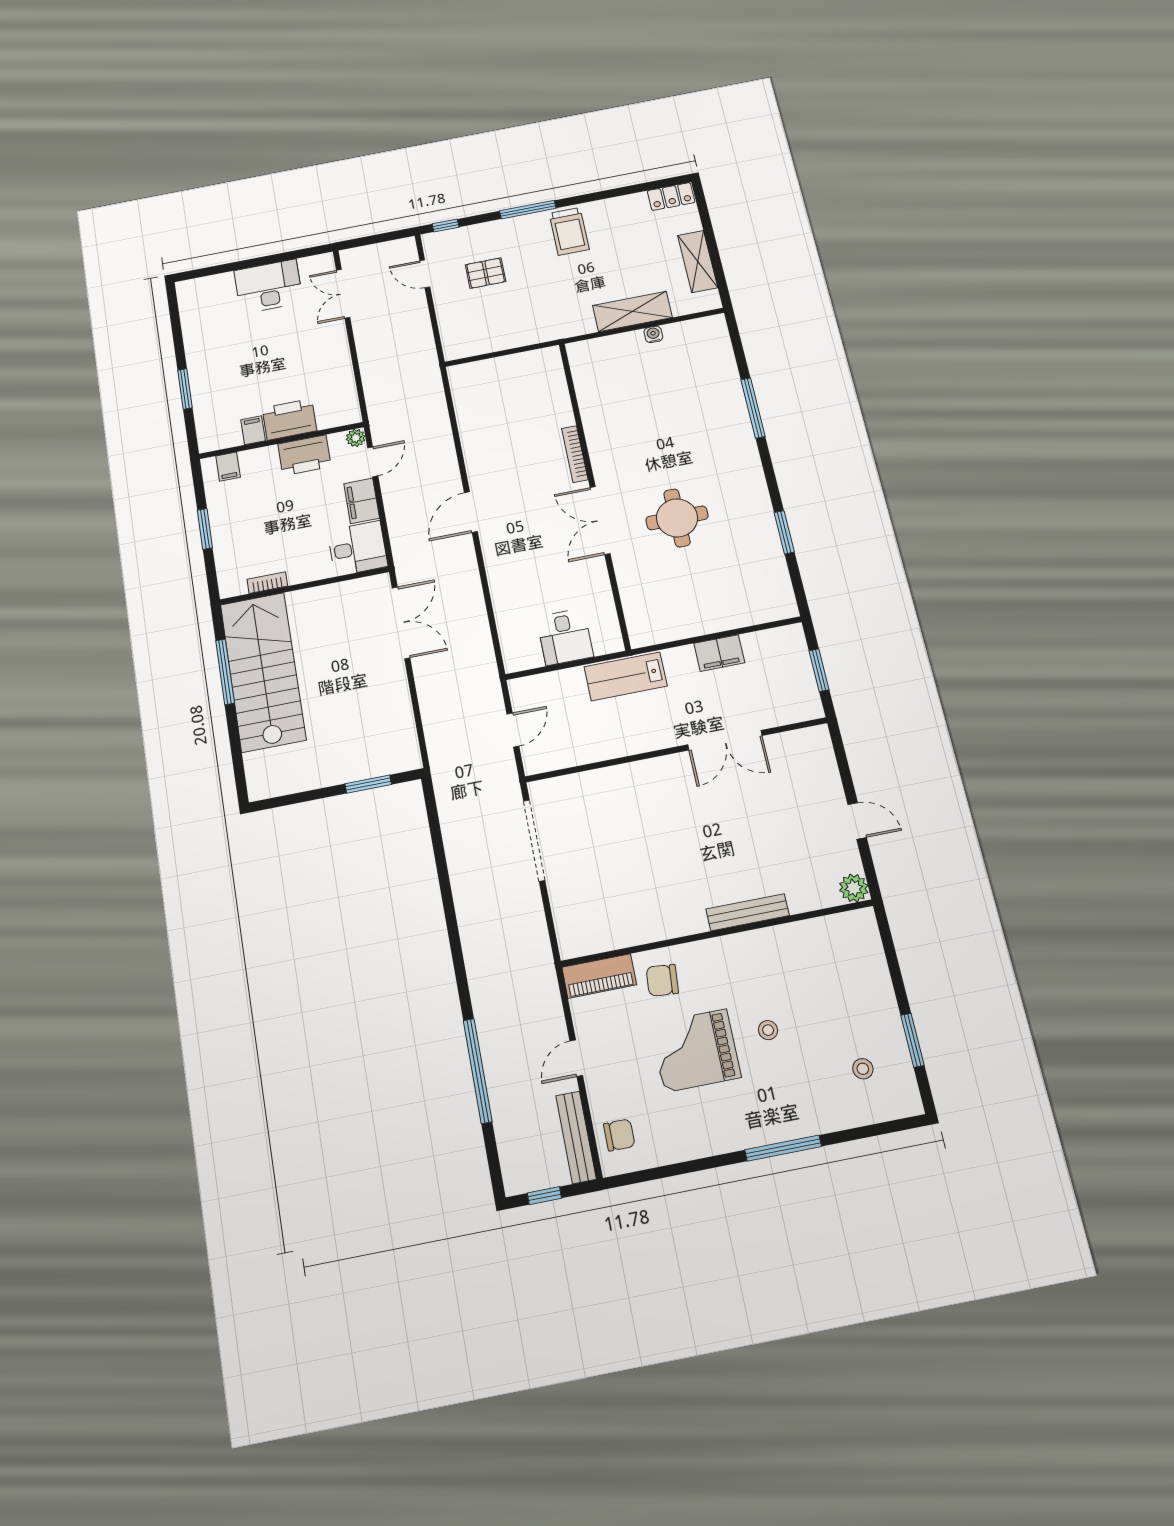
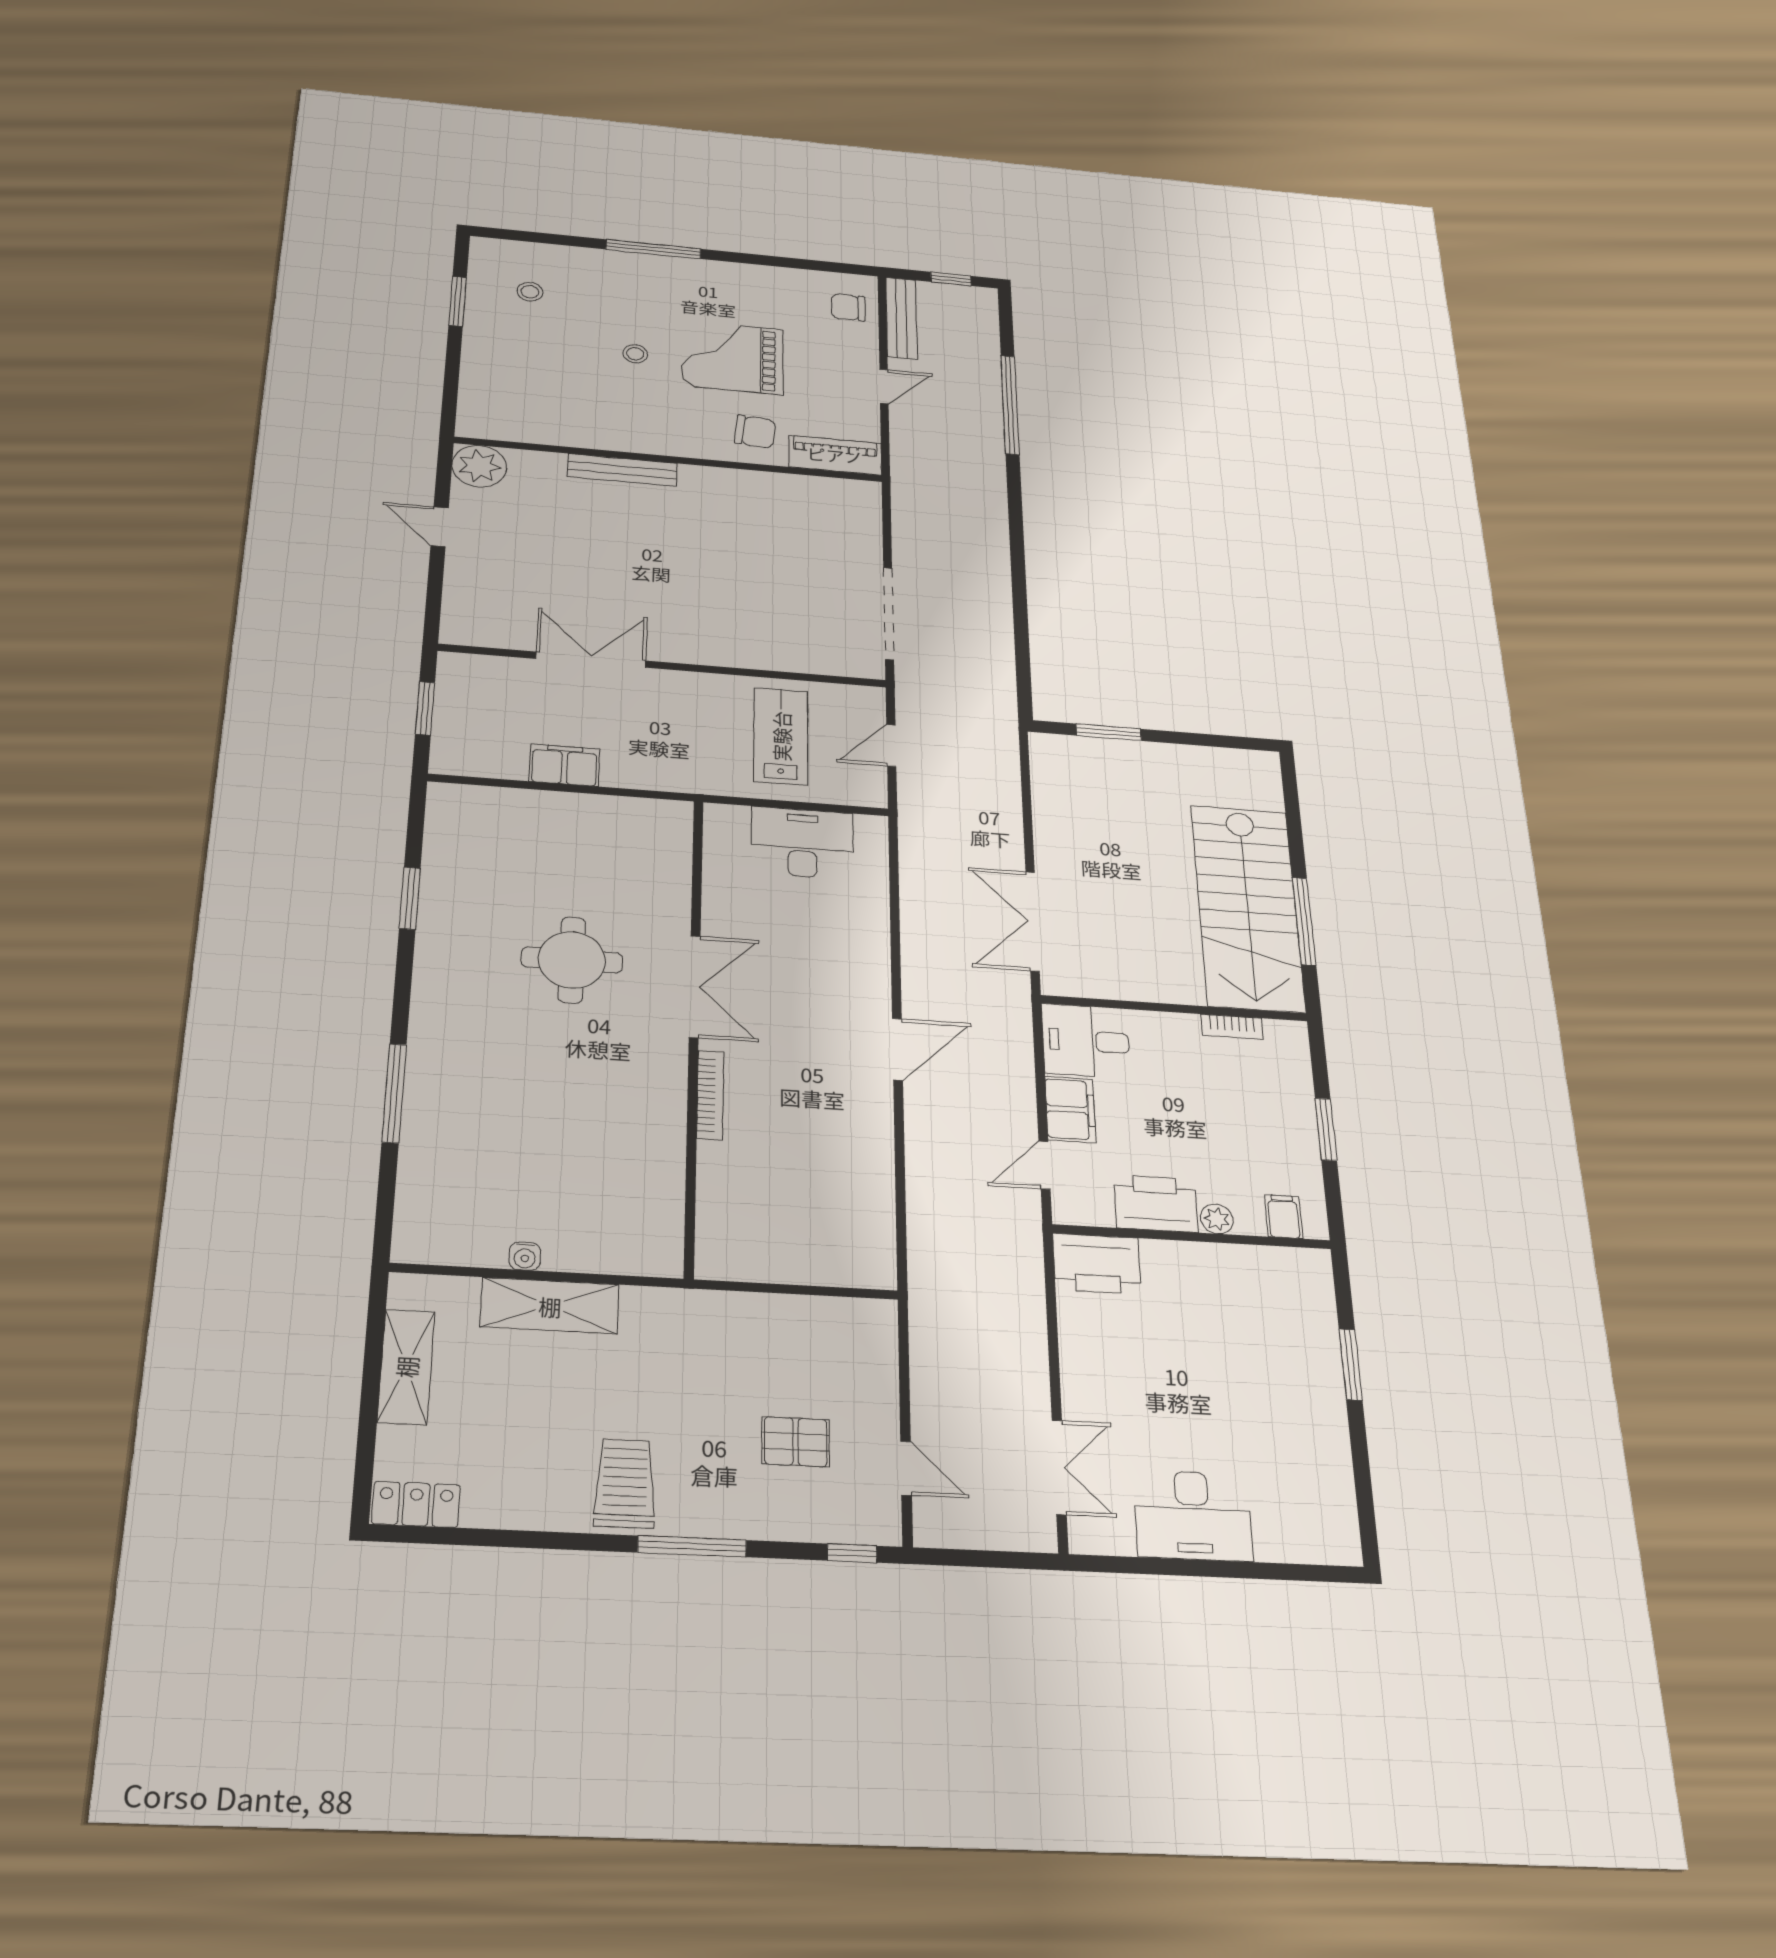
printer: (289, 419) -> (1097, 1264), moved
filing cabinet: (253, 430) -> (1238, 1265), removed
plant: (356, 438) -> (1217, 1219), moved
desk: (565, 637) -> (802, 843), width x1.37
lab bench: (626, 676) -> (781, 736), moved, turned -90
plant: (854, 888) -> (479, 466), width x1.36, depth x1.36
grand piano: (696, 1051) -> (733, 357), turned 180

